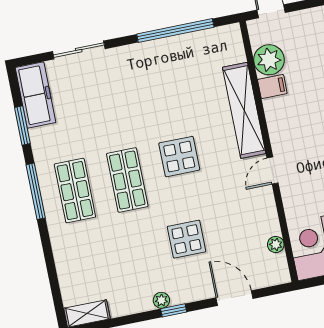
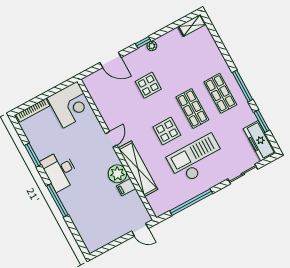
plant: (269, 60) -> (117, 174), moved
checkout: (146, 97) -> (196, 159), added
plant: (276, 244) -> (96, 98), removed

